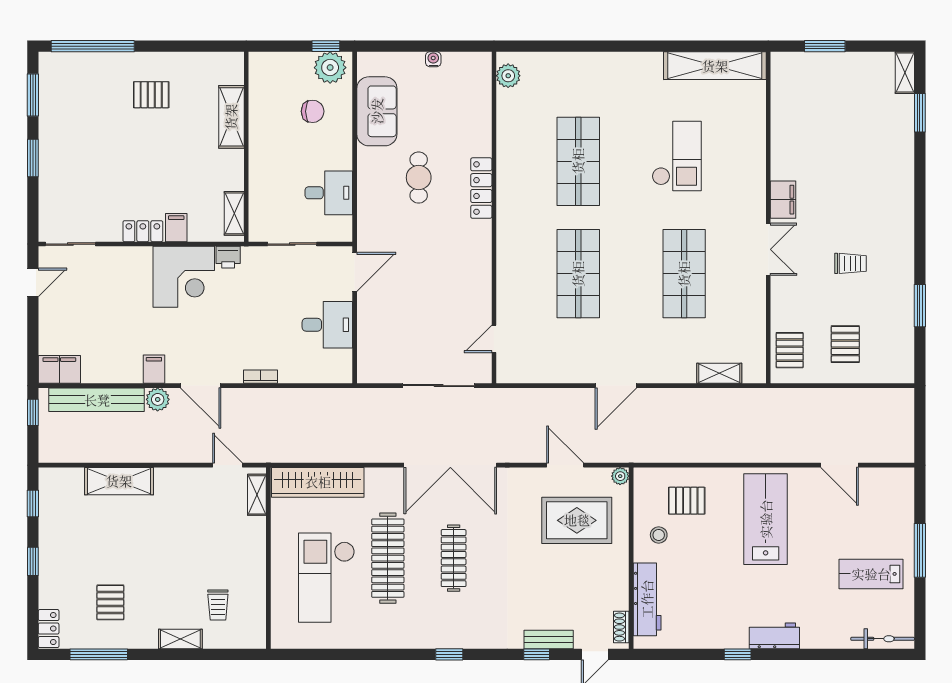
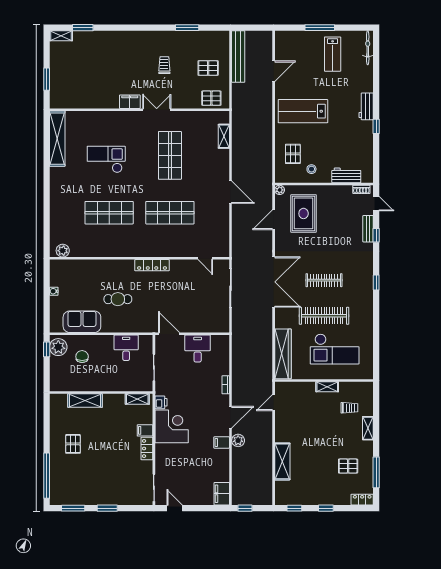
locker: (481, 188) -> (152, 265), moved
shop shelf: (684, 274) -> (170, 155), turned 90
bench: (97, 400) -> (238, 56), moved
shelving: (257, 495) -> (327, 387), moved
workbench: (647, 599) -> (346, 175), width x0.73

